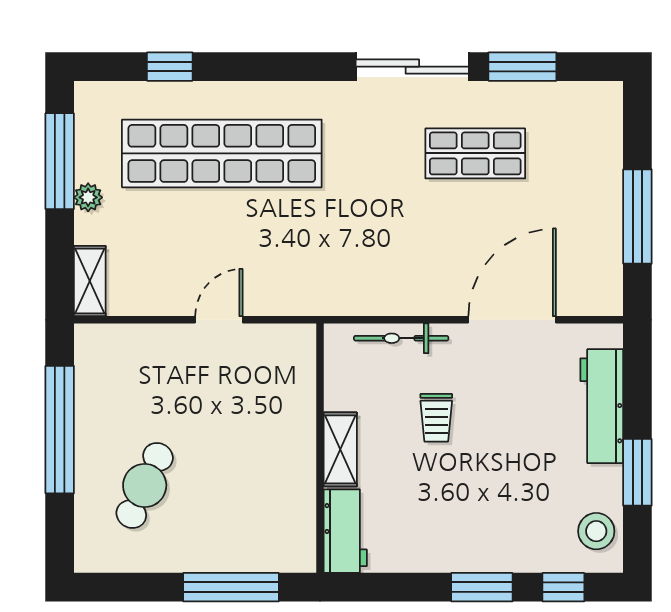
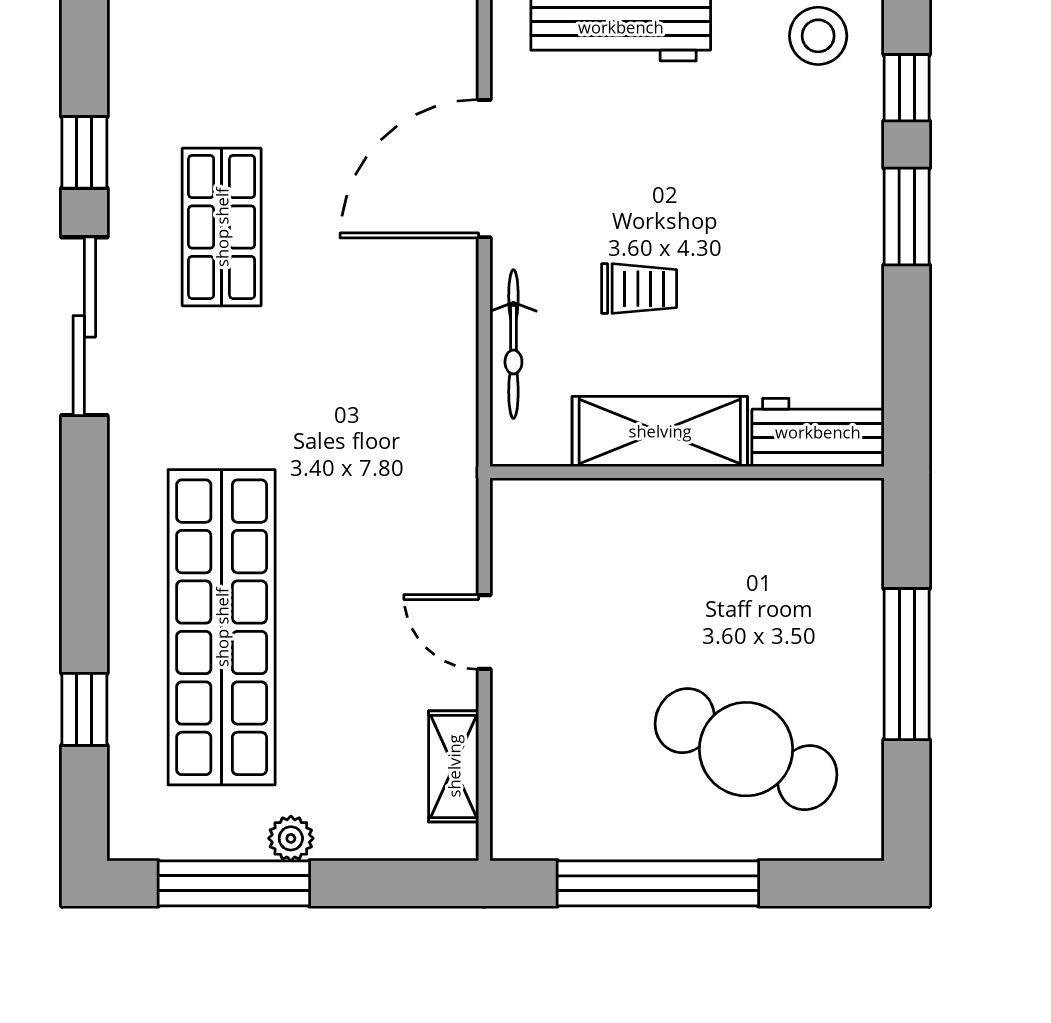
window: (522, 67) -> (84, 152), width x0.67
shelving: (90, 281) -> (454, 766), moved, turned 90
door: (512, 320) -> (484, 169), hinge flipped
shelving: (340, 449) -> (660, 431), width x1.50, depth x1.33
cafe table: (145, 485) -> (746, 749), width x1.37, depth x1.35
window: (231, 587) -> (907, 664), moved

